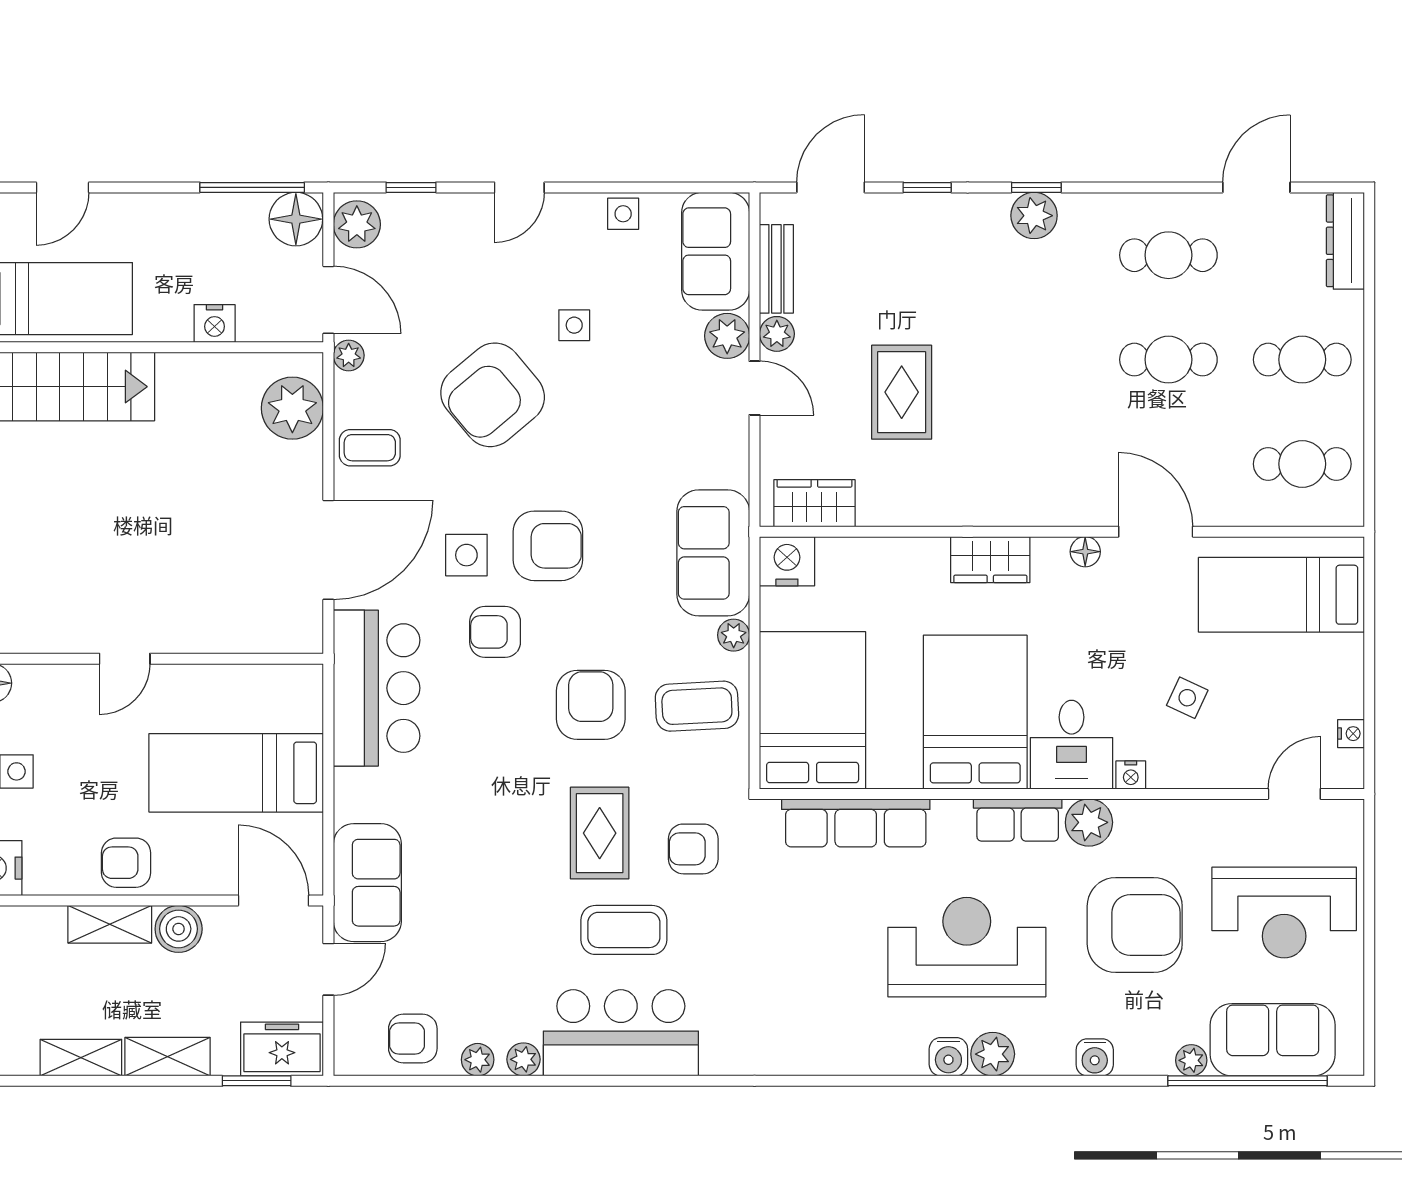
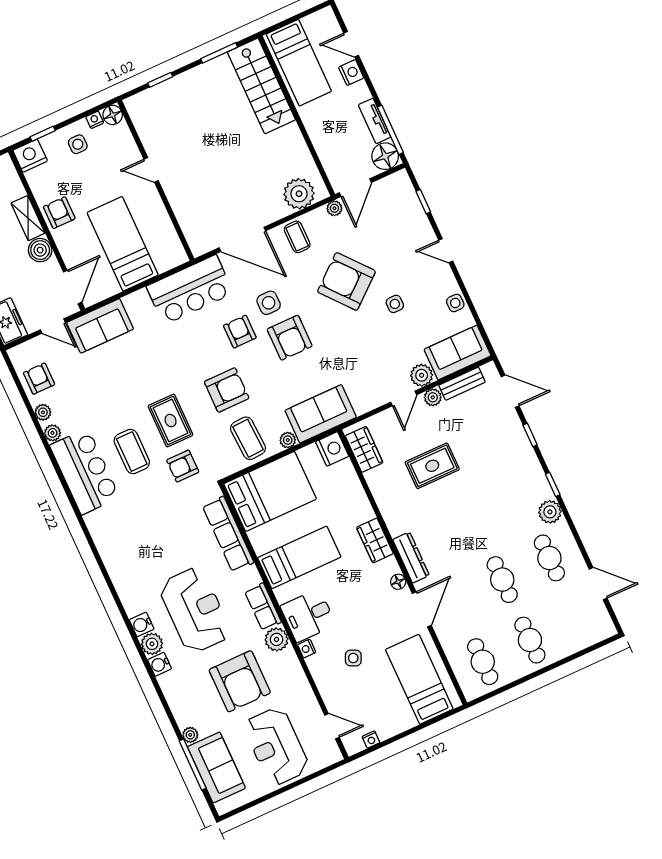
tv unit: (223, 209) -> (375, 121), added
plant: (1034, 216) -> (550, 512), moved
plant: (357, 224) -> (395, 185), removed
dresser: (1345, 241) -> (411, 558), moved, turned 90
nightstand: (215, 323) -> (351, 73), moved, turned 180
bed: (975, 712) -> (299, 557), width x0.67
rug: (600, 833) -> (171, 421), turned 90
armchair: (693, 849) -> (183, 466), turned -90
water cooler: (1095, 1057) -> (160, 664), moved
window: (1247, 1081) -> (193, 765), width x0.68

